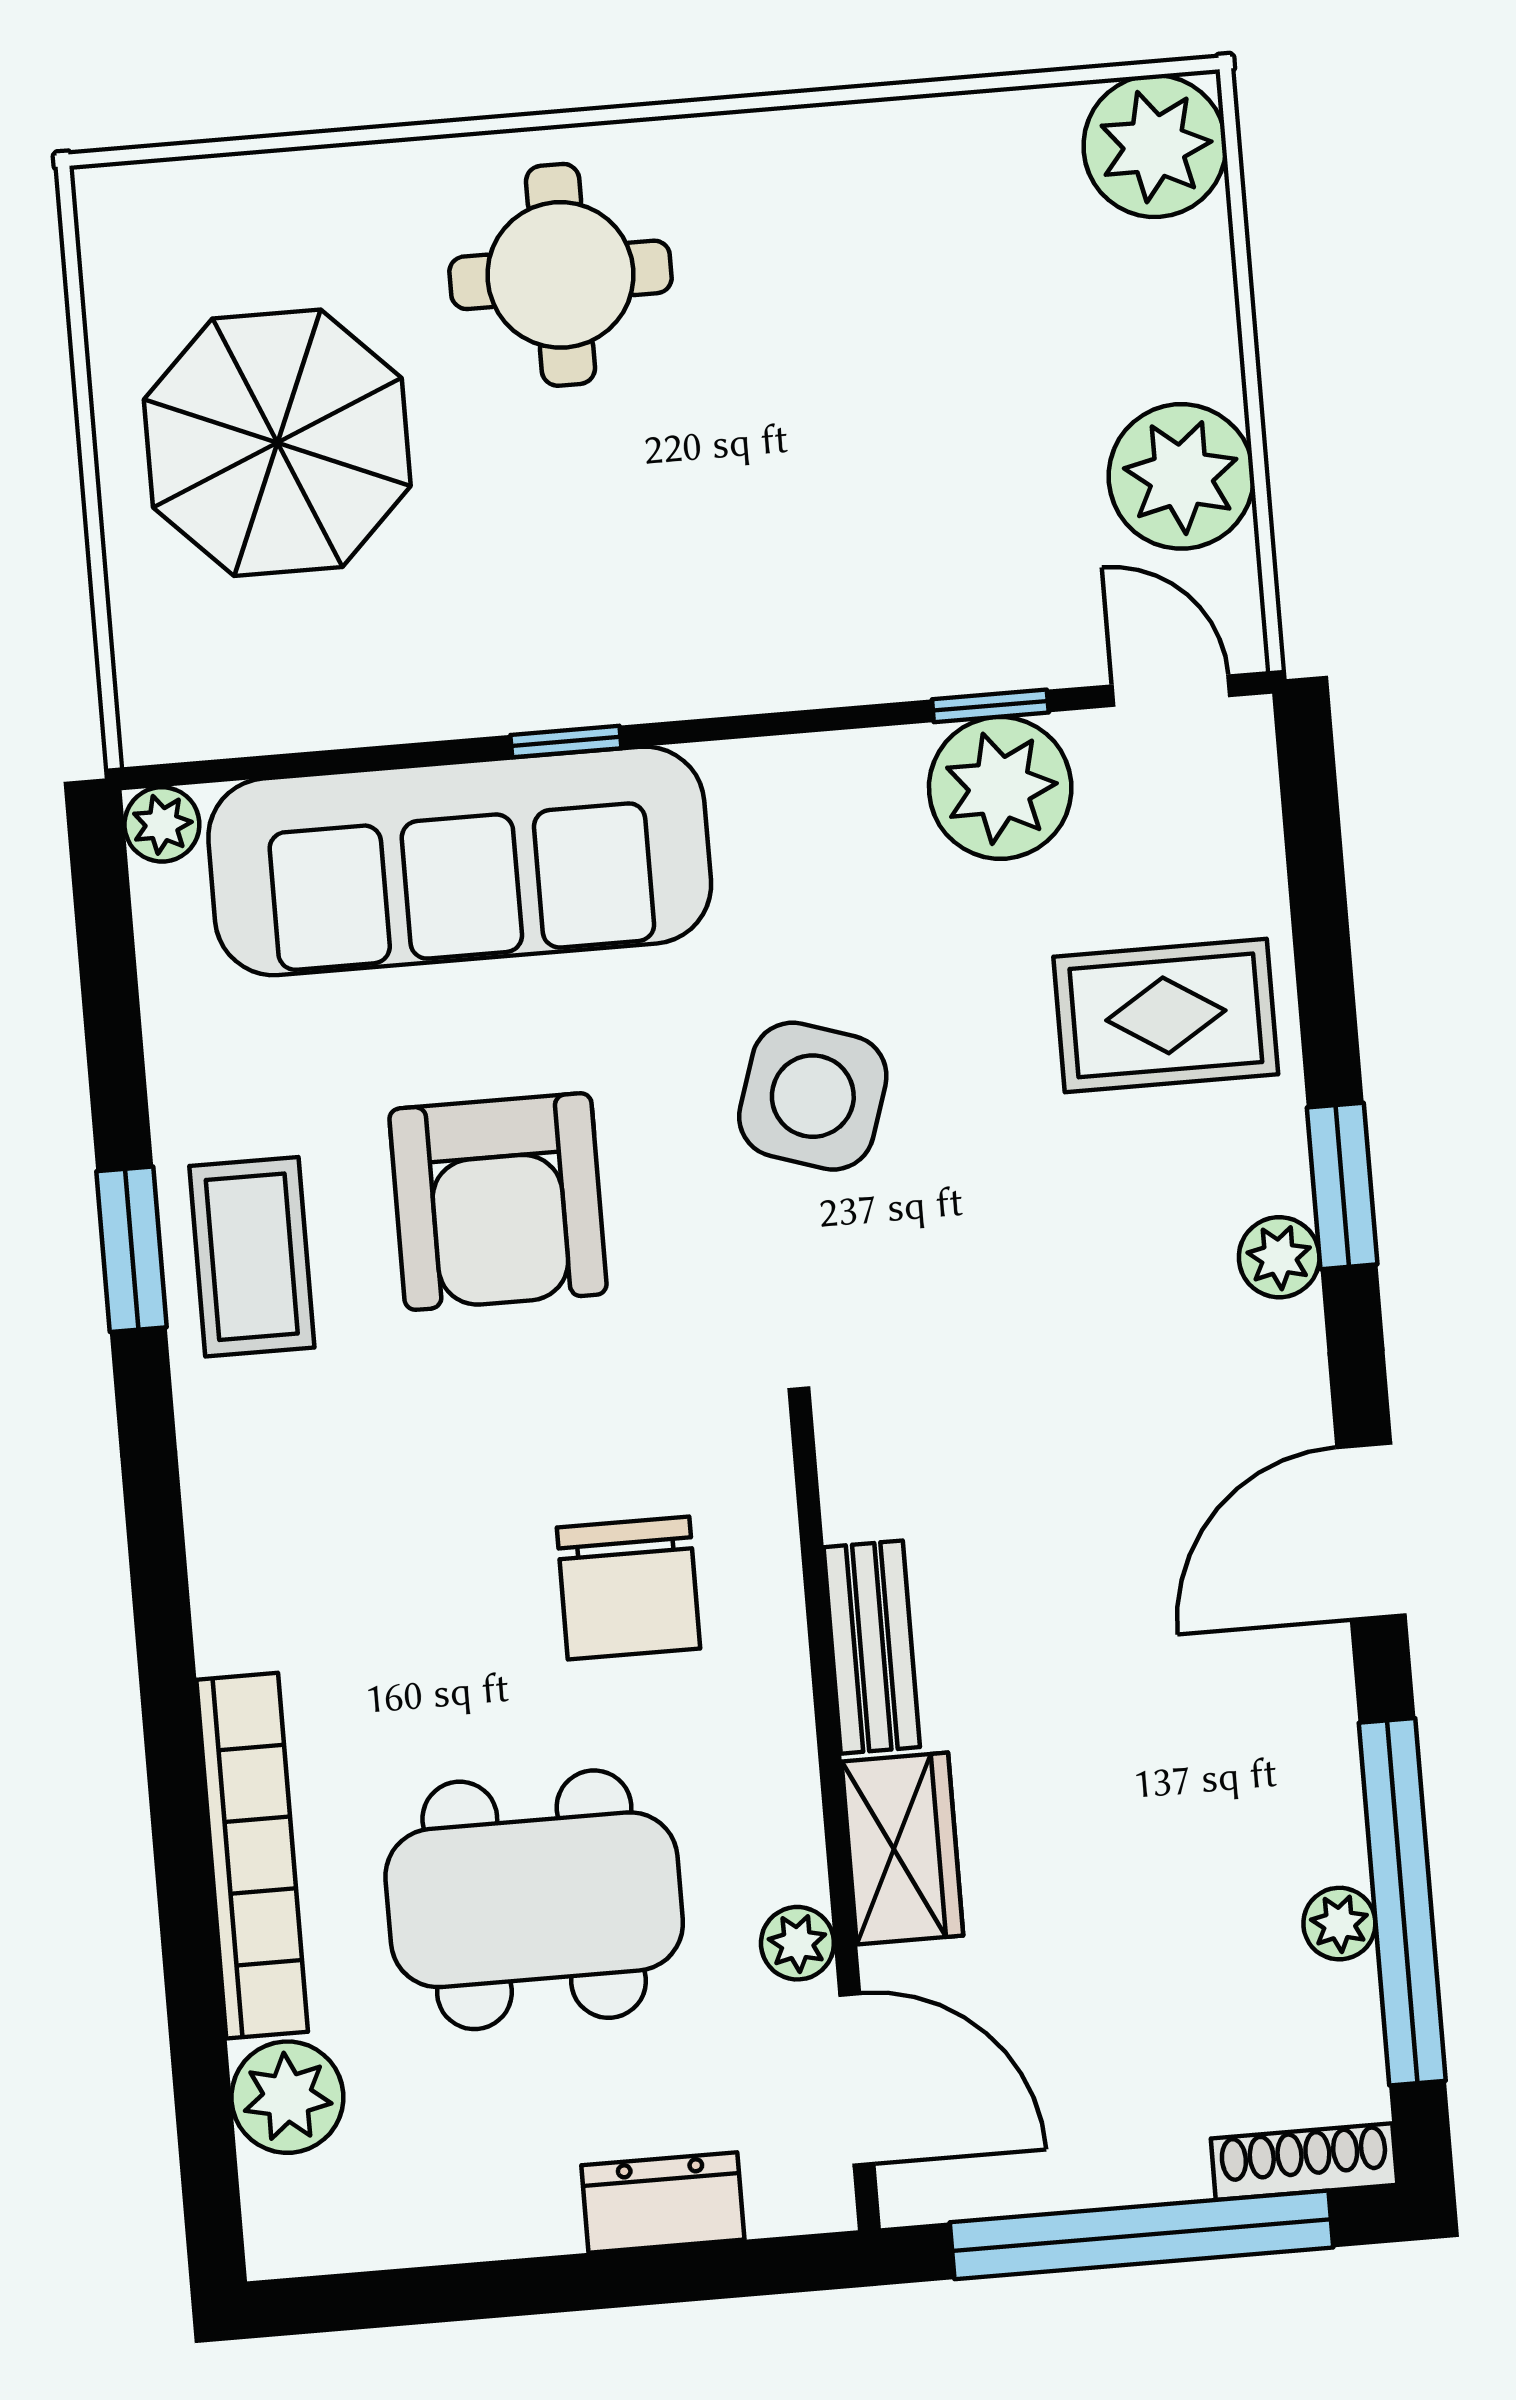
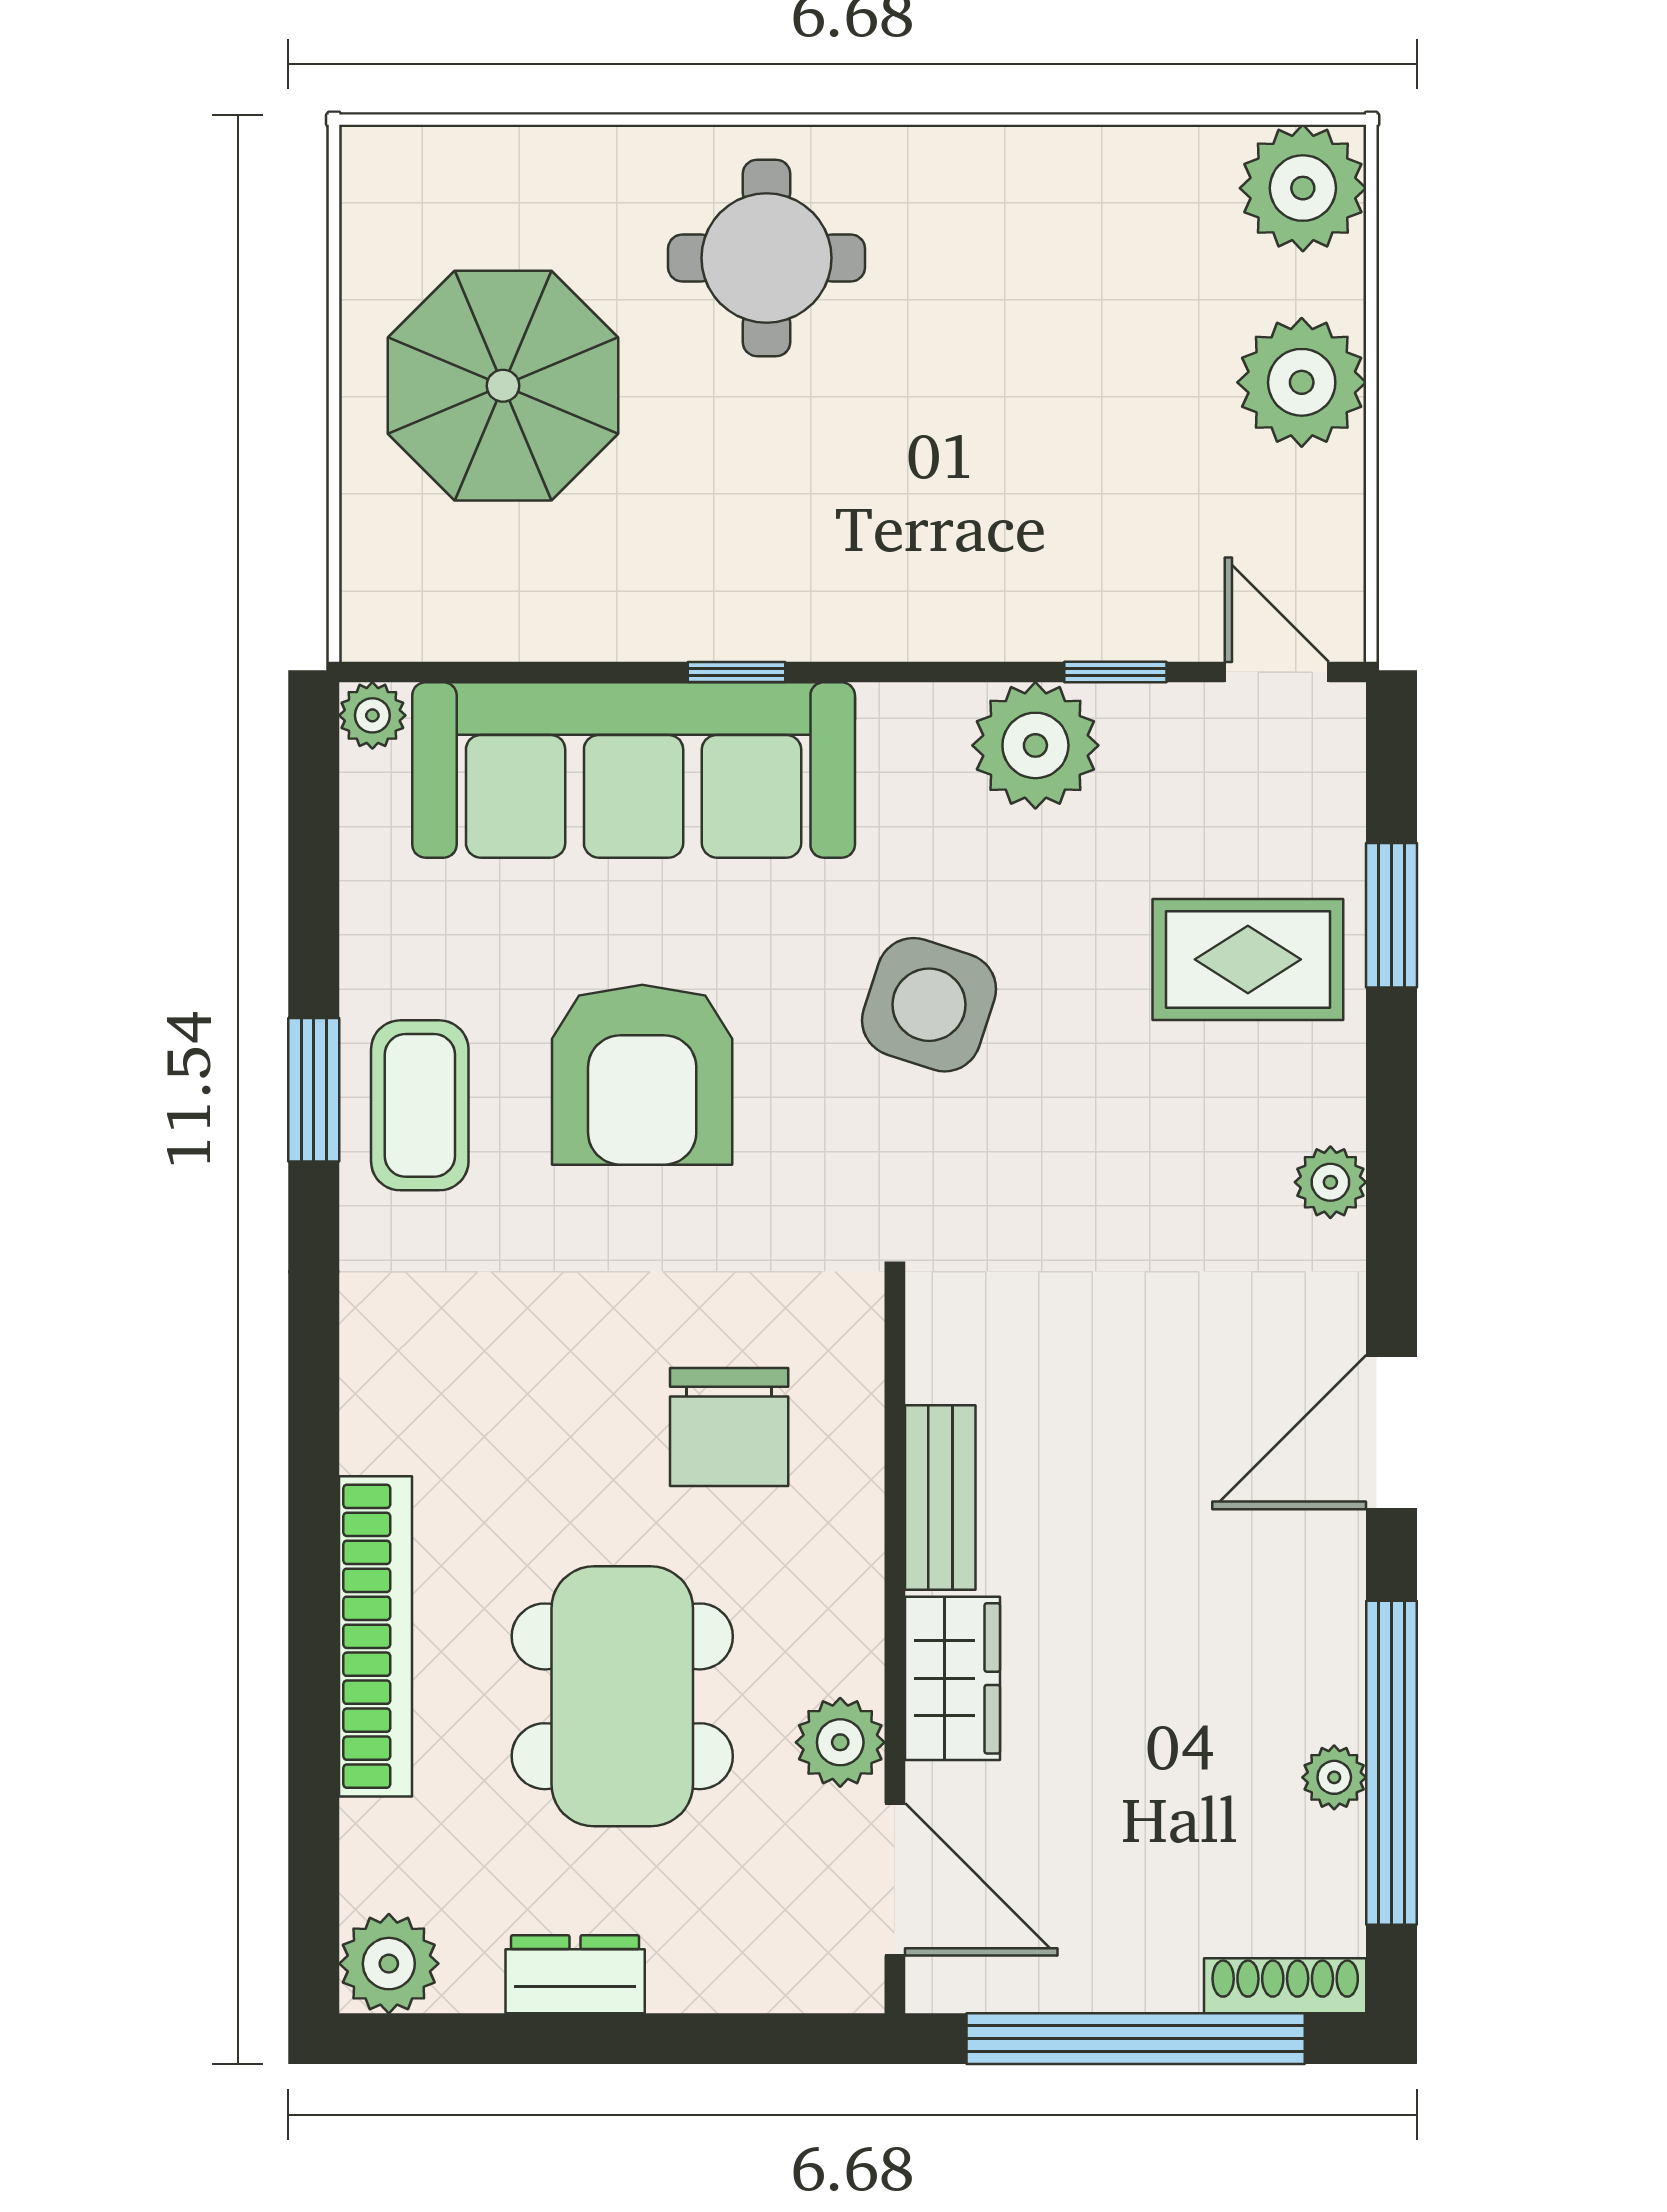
plant: (1181, 476) -> (1302, 382), moved
plant: (1000, 788) -> (1035, 745), moved
window: (1342, 1186) -> (1391, 915), moved
dining table: (534, 1900) -> (622, 1696), turned 90
plant: (797, 1943) -> (840, 1742), width x1.38, depth x1.38
plant: (287, 2097) -> (389, 1964), moved
dresser: (663, 2202) -> (575, 1974), moved

